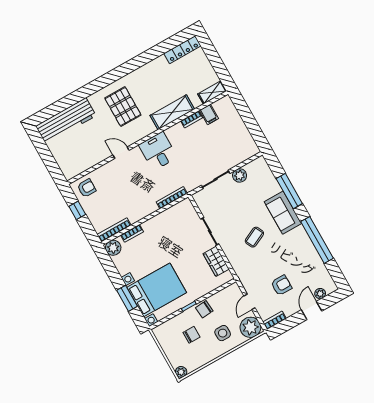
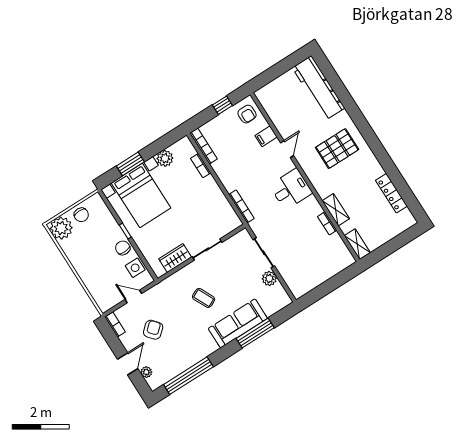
locker: (182, 50) -> (391, 193), moved
shelving: (172, 112) -> (336, 210), width x0.67, depth x0.75
filing cabinet: (209, 114) -> (266, 136), moved
sofa: (283, 213) -> (238, 323), width x1.36
window: (317, 240) -> (188, 376), moved
plant: (113, 248) -> (165, 158), moved
armchair: (281, 285) -> (153, 330), turned -131
door: (312, 310) -> (128, 364), hinge flipped
plant: (250, 327) -> (106, 299), removed
side table: (223, 333) -> (135, 268), moved
chair: (192, 335) -> (81, 215), moved
plant: (181, 372) -> (61, 228), width x1.87, depth x1.87

